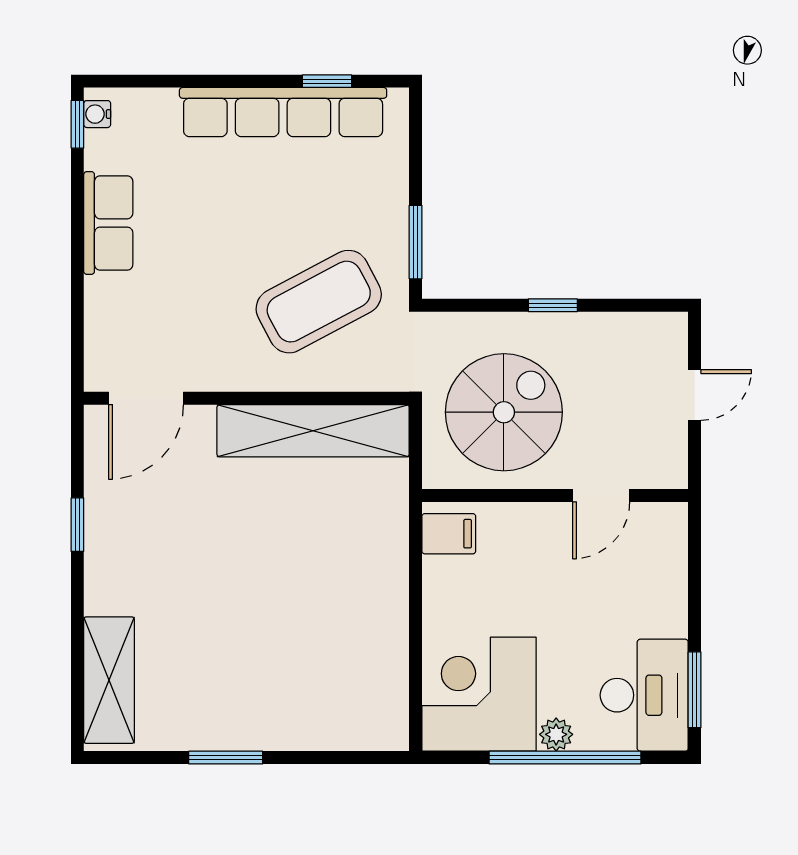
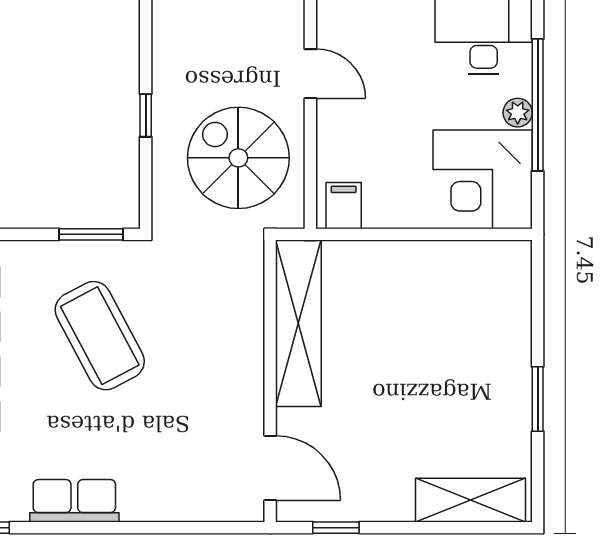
coffee table: (319, 302) -> (100, 336), moved
door: (146, 398) -> (270, 468), moved
wall: (246, 398) -> (270, 381), moved
shelving: (313, 431) -> (298, 323), moved

